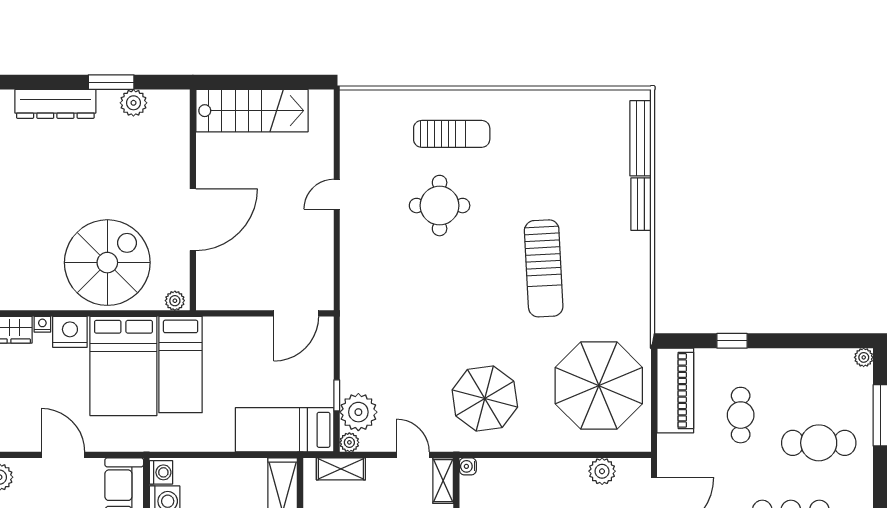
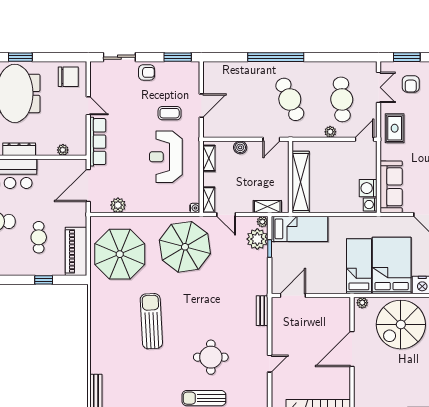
bench: (641, 204) -> (262, 311), moved
parasol: (485, 398) -> (185, 247), width x1.36, depth x1.36

